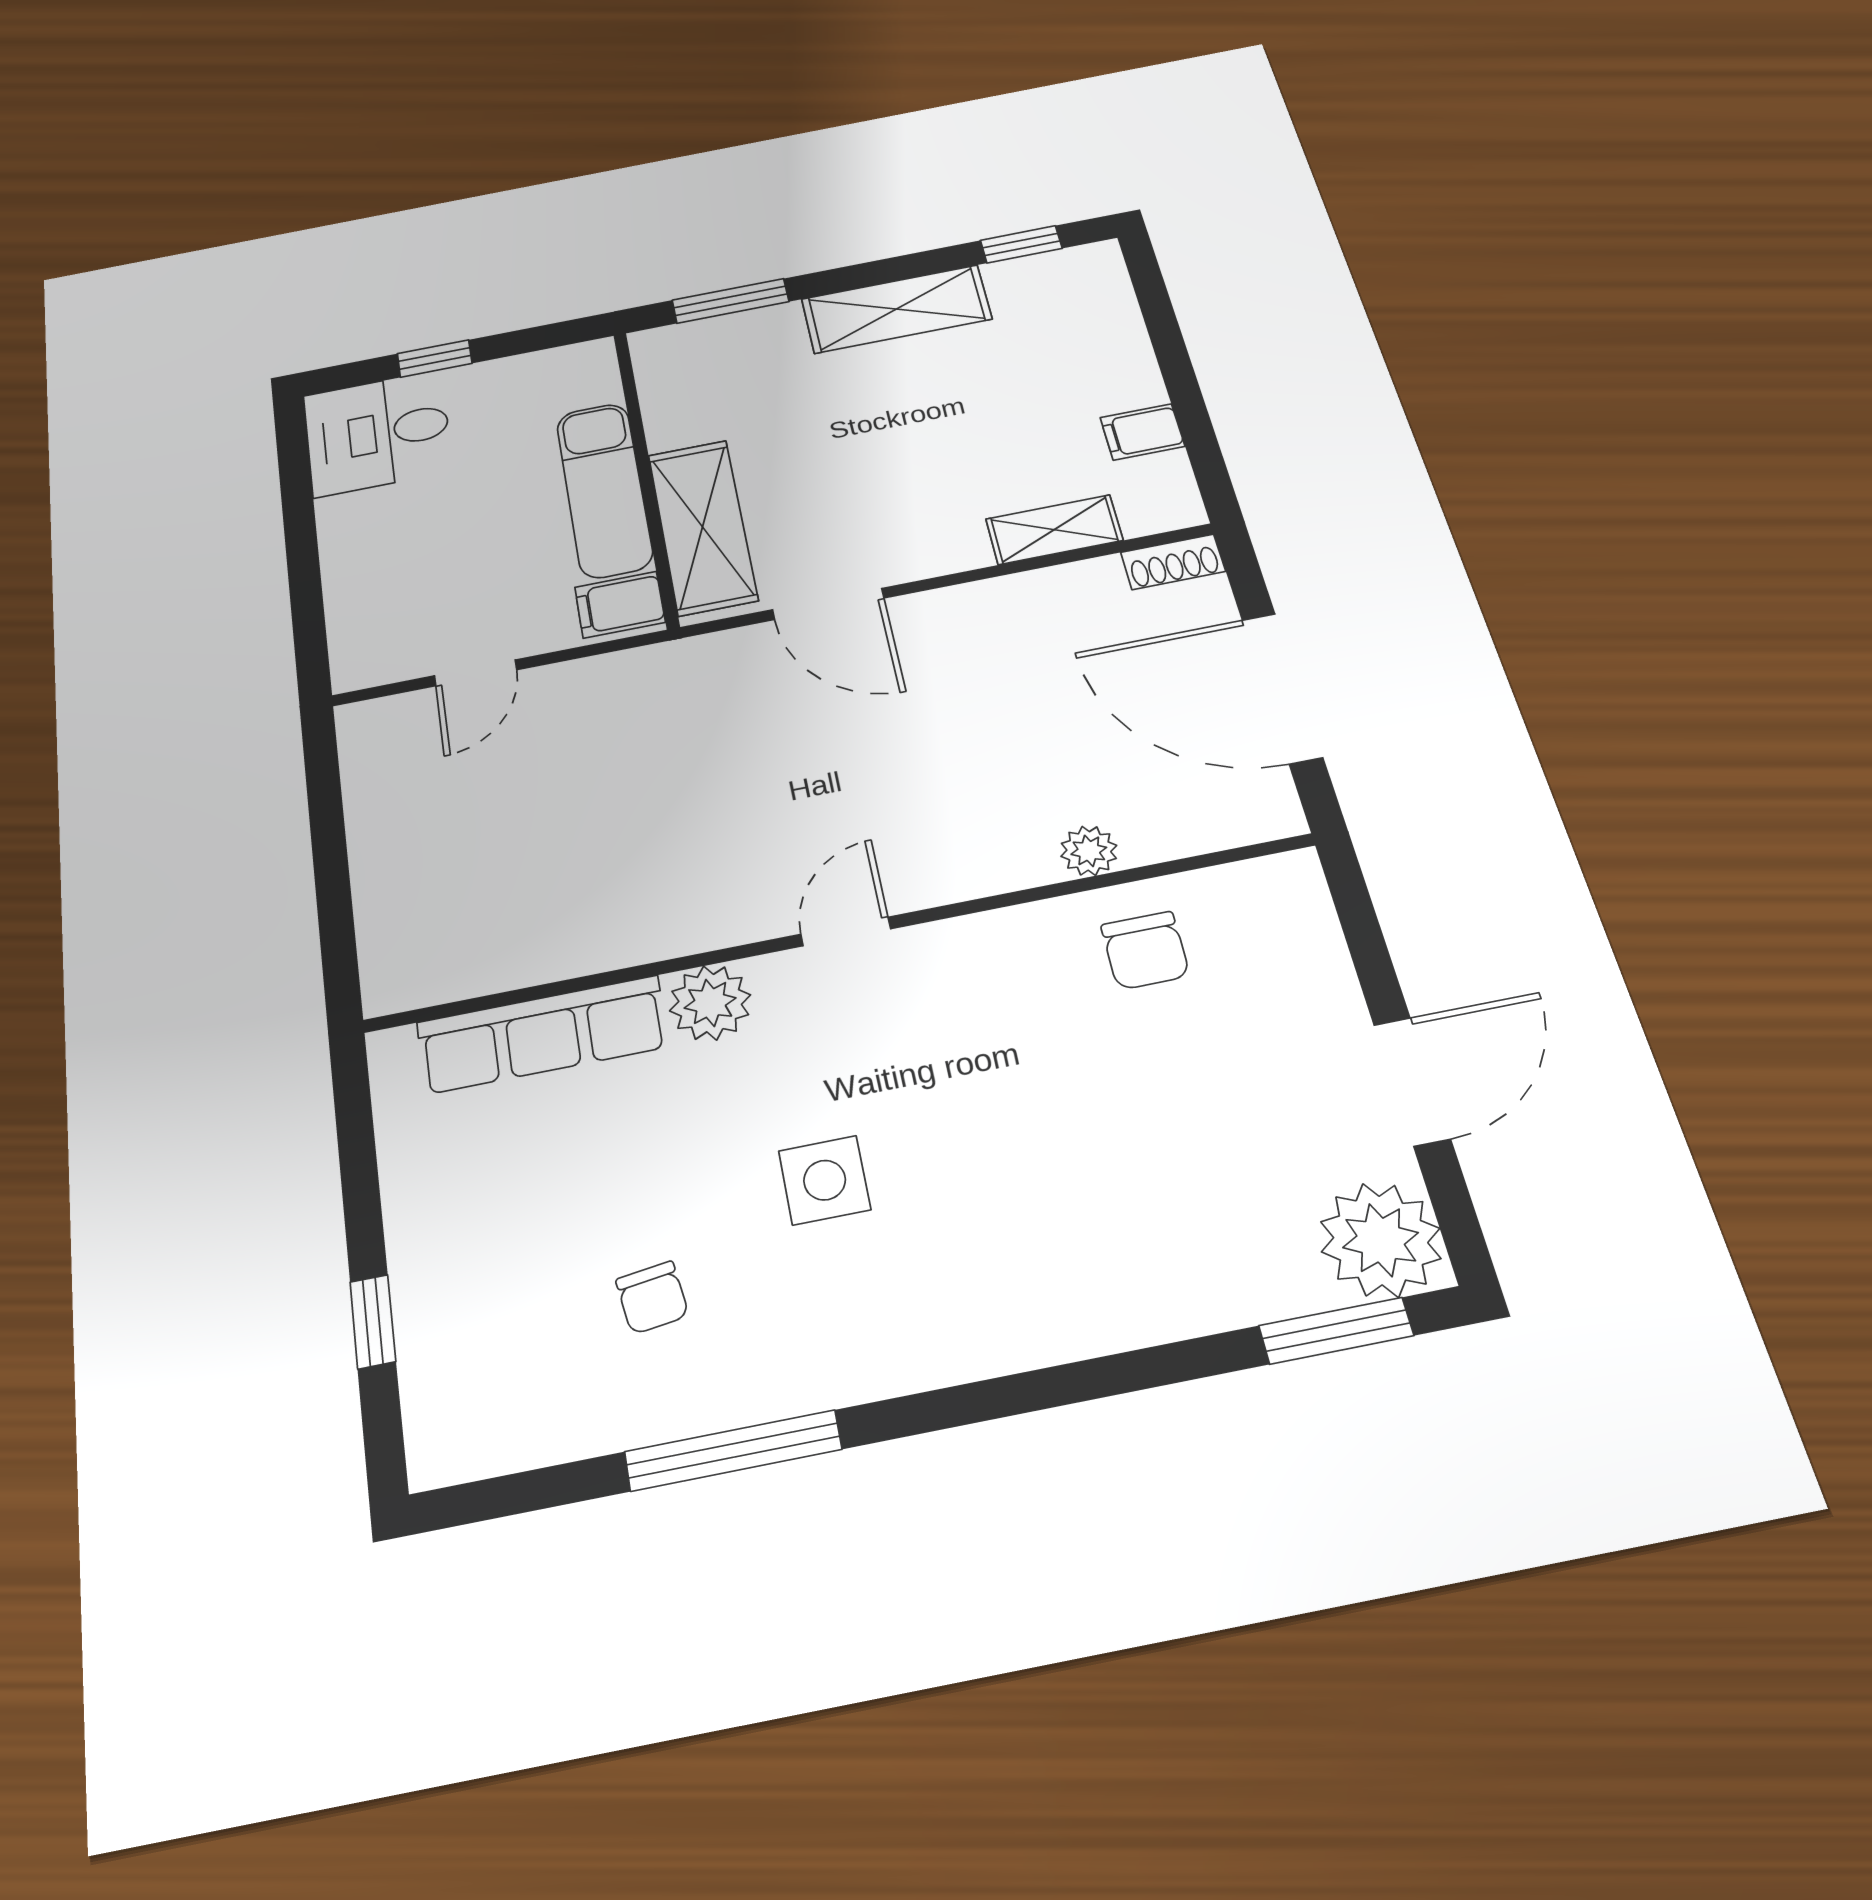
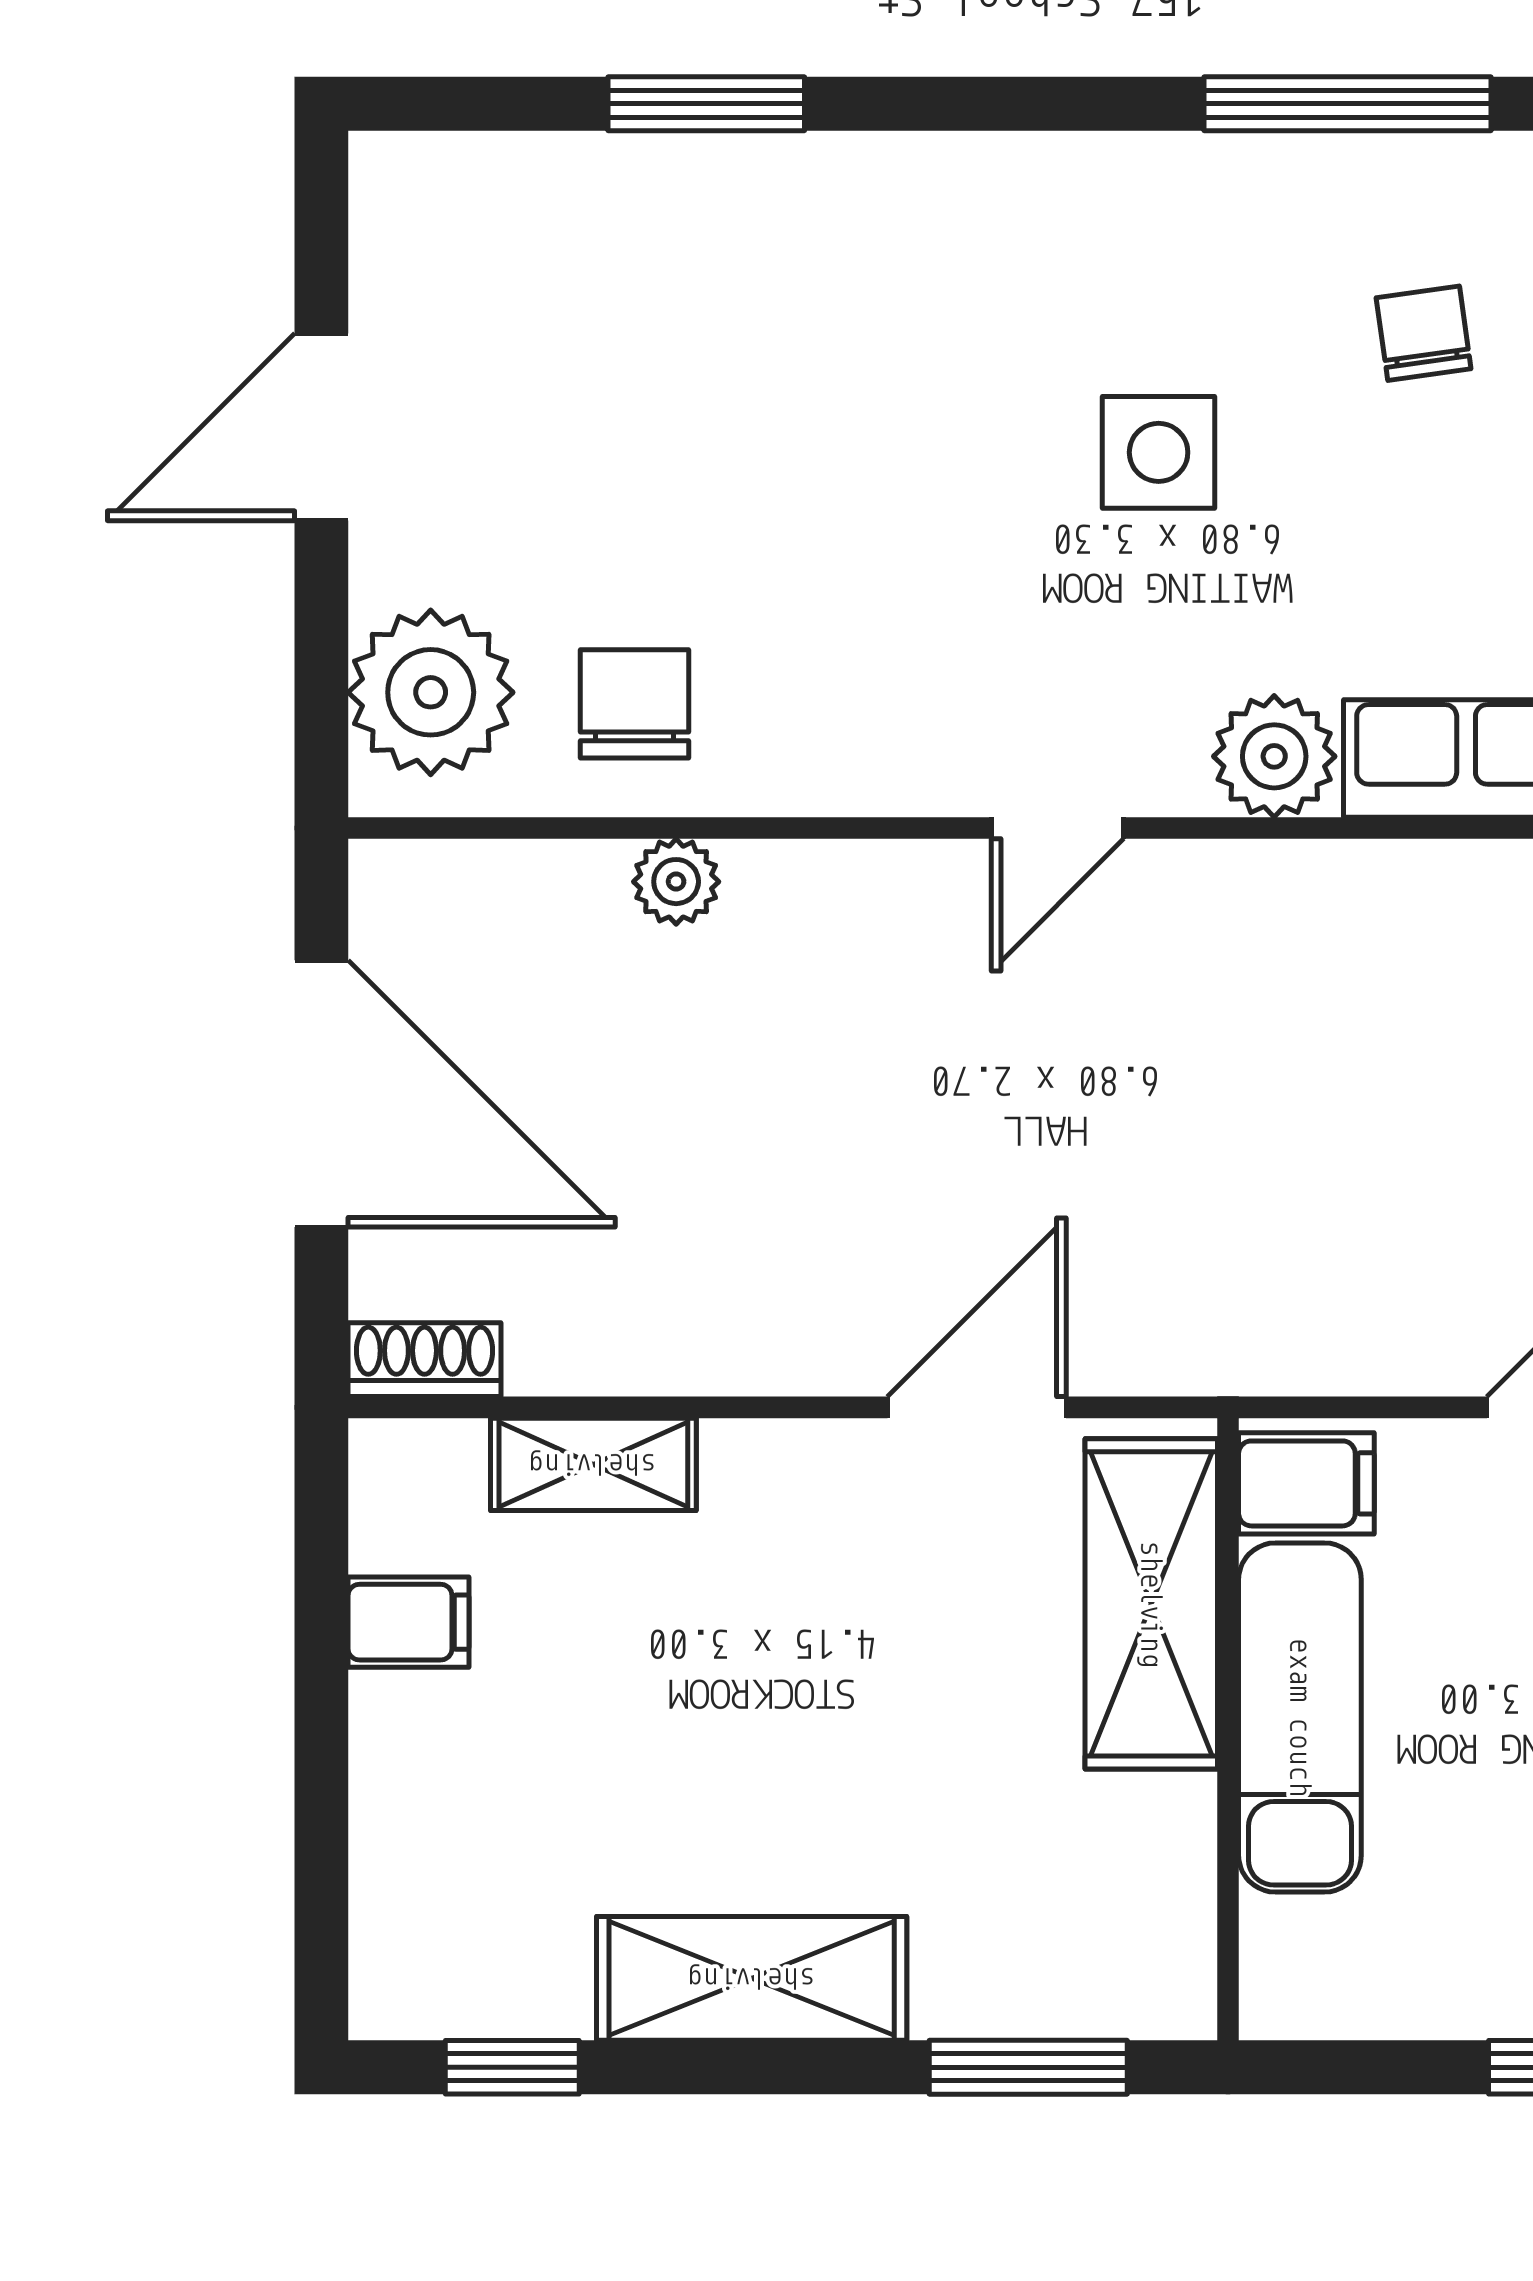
door: (828, 604) -> (977, 1407), hinge flipped
plant: (1381, 1240) -> (431, 692), moved
window: (1336, 1331) -> (706, 104), moved

